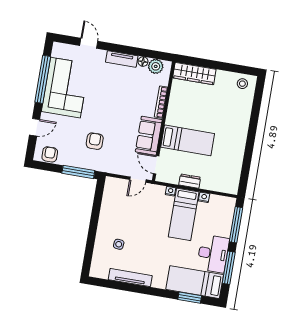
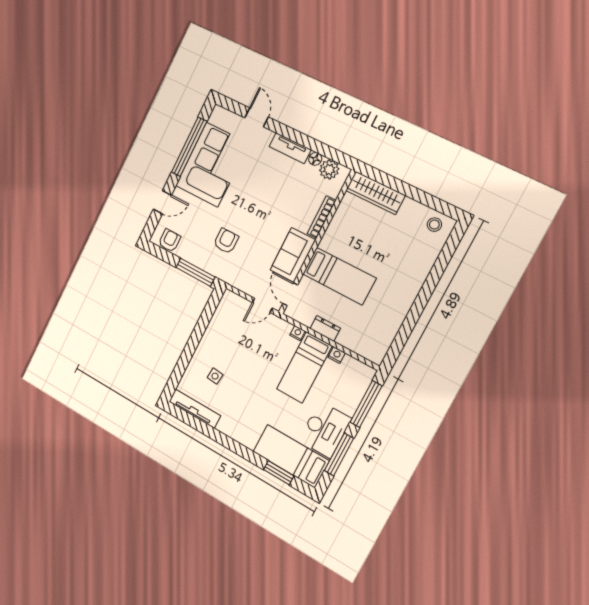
tv unit: (130, 278) -> (195, 409), moved

